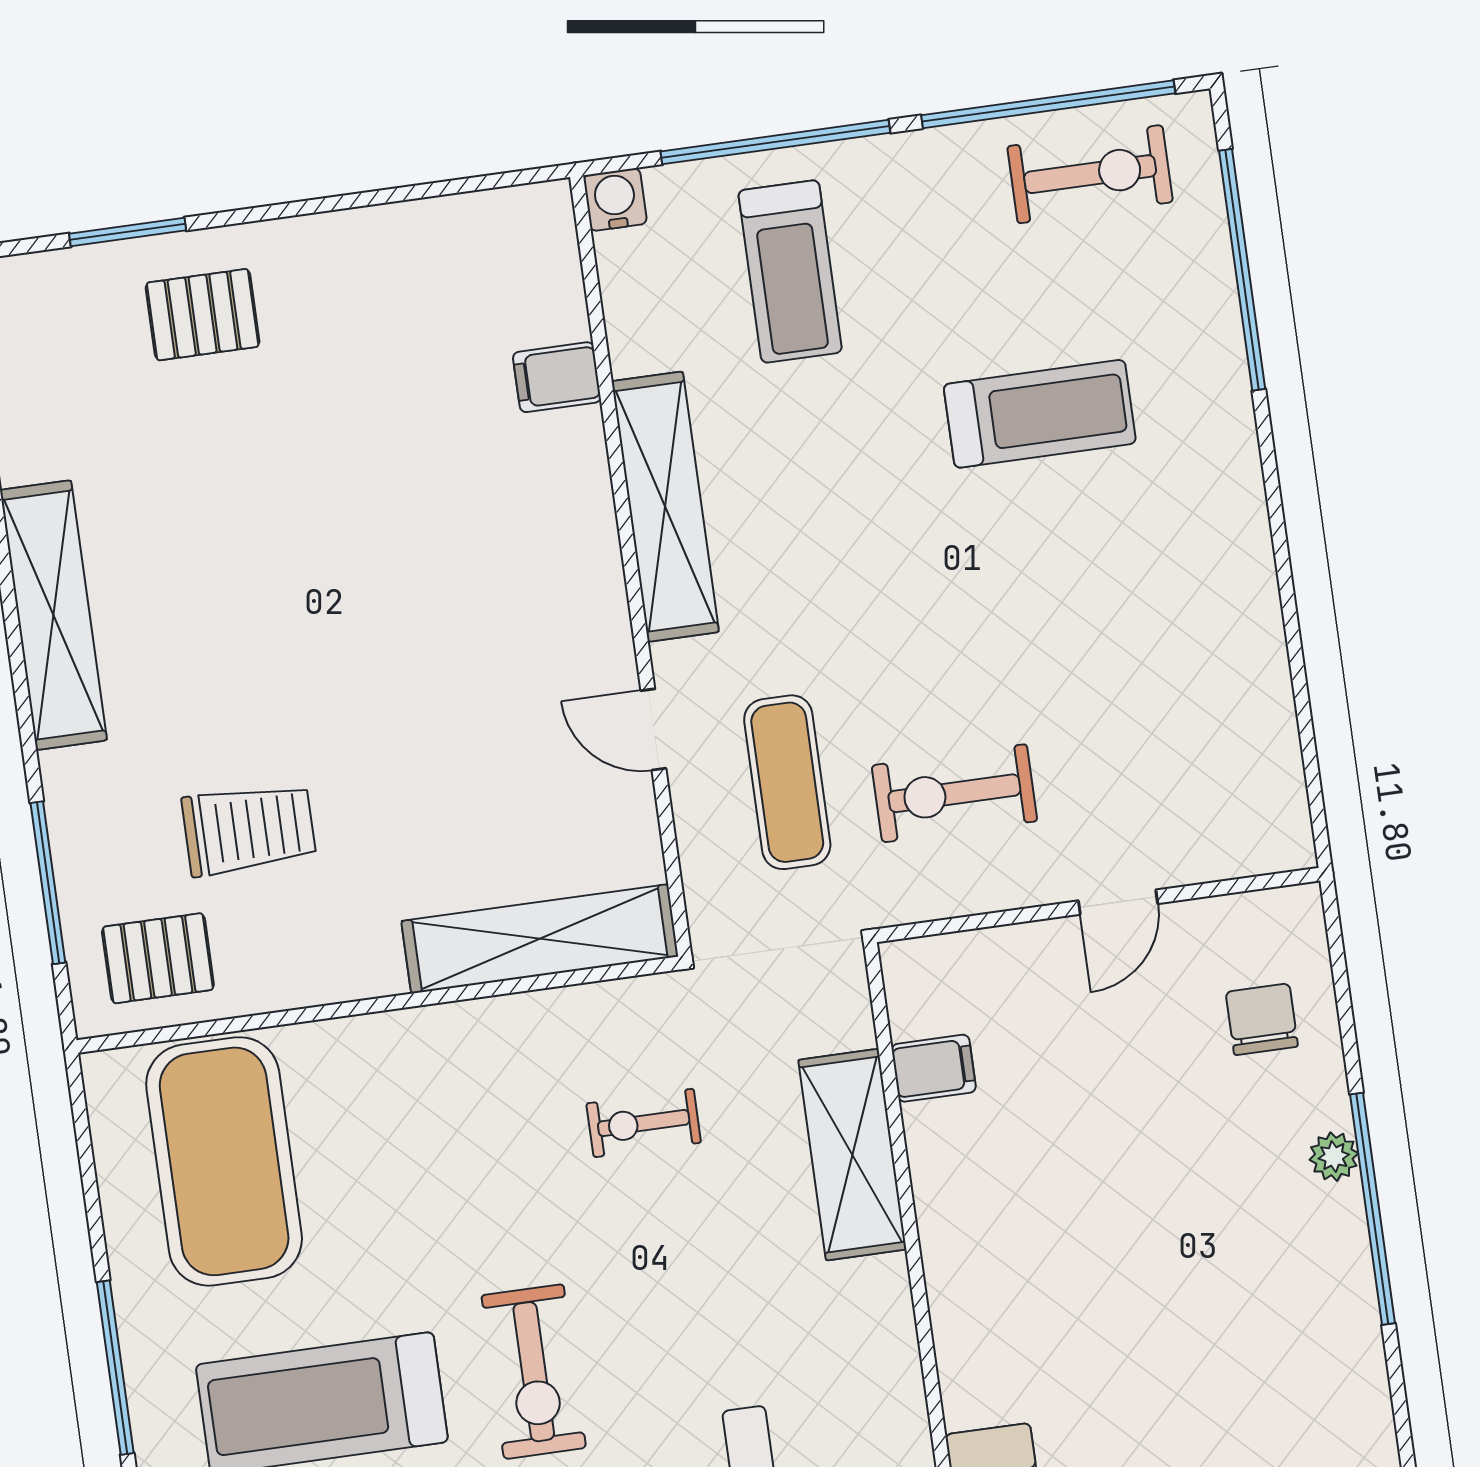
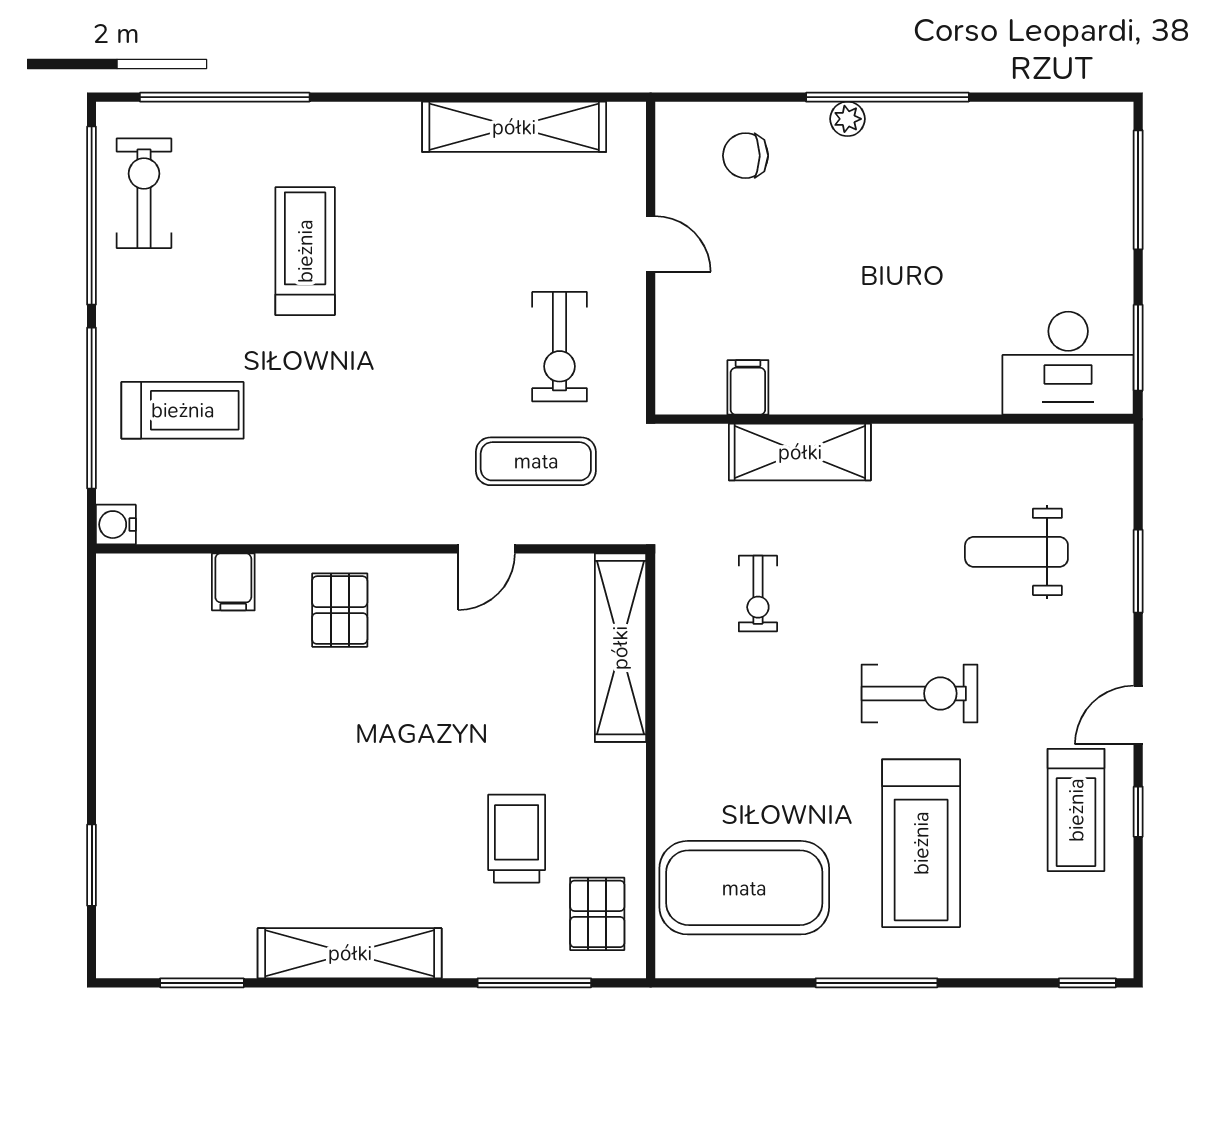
pallet: (203, 315) -> (340, 610), moved
shelving: (665, 507) -> (514, 127), moved

